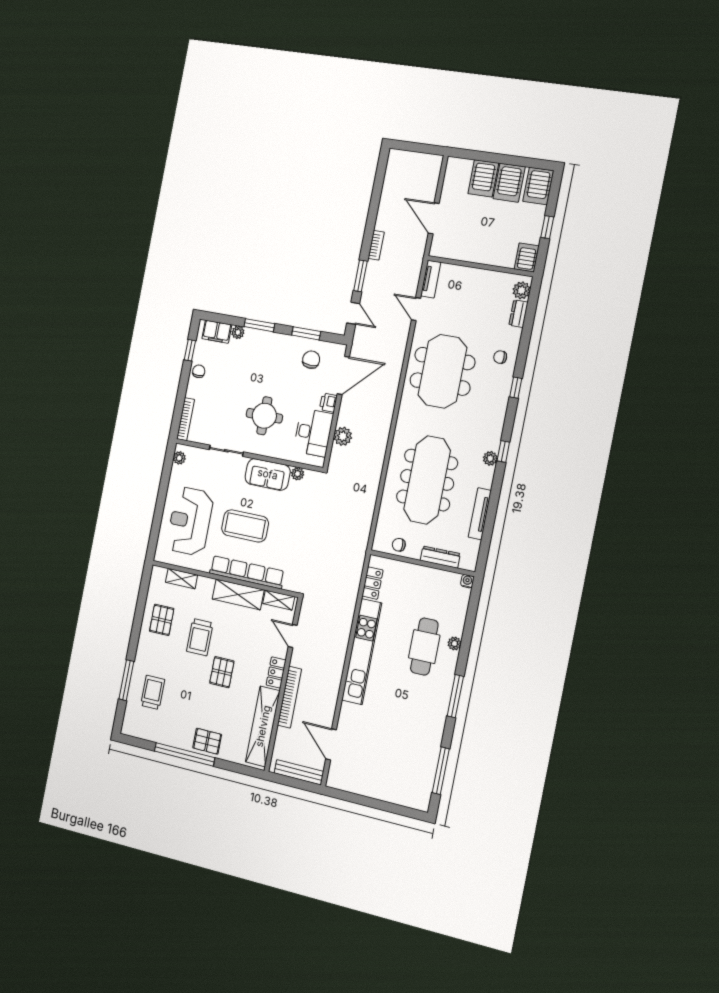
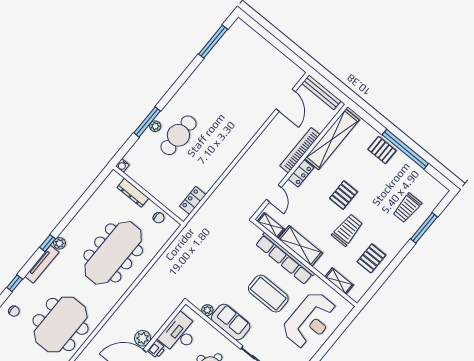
plant: (343, 436) -> (143, 338), moved
tv unit: (480, 514) -> (42, 264), moved
kitchen unit: (362, 652) -> (227, 155), removed
window: (455, 696) -> (147, 122), moved

